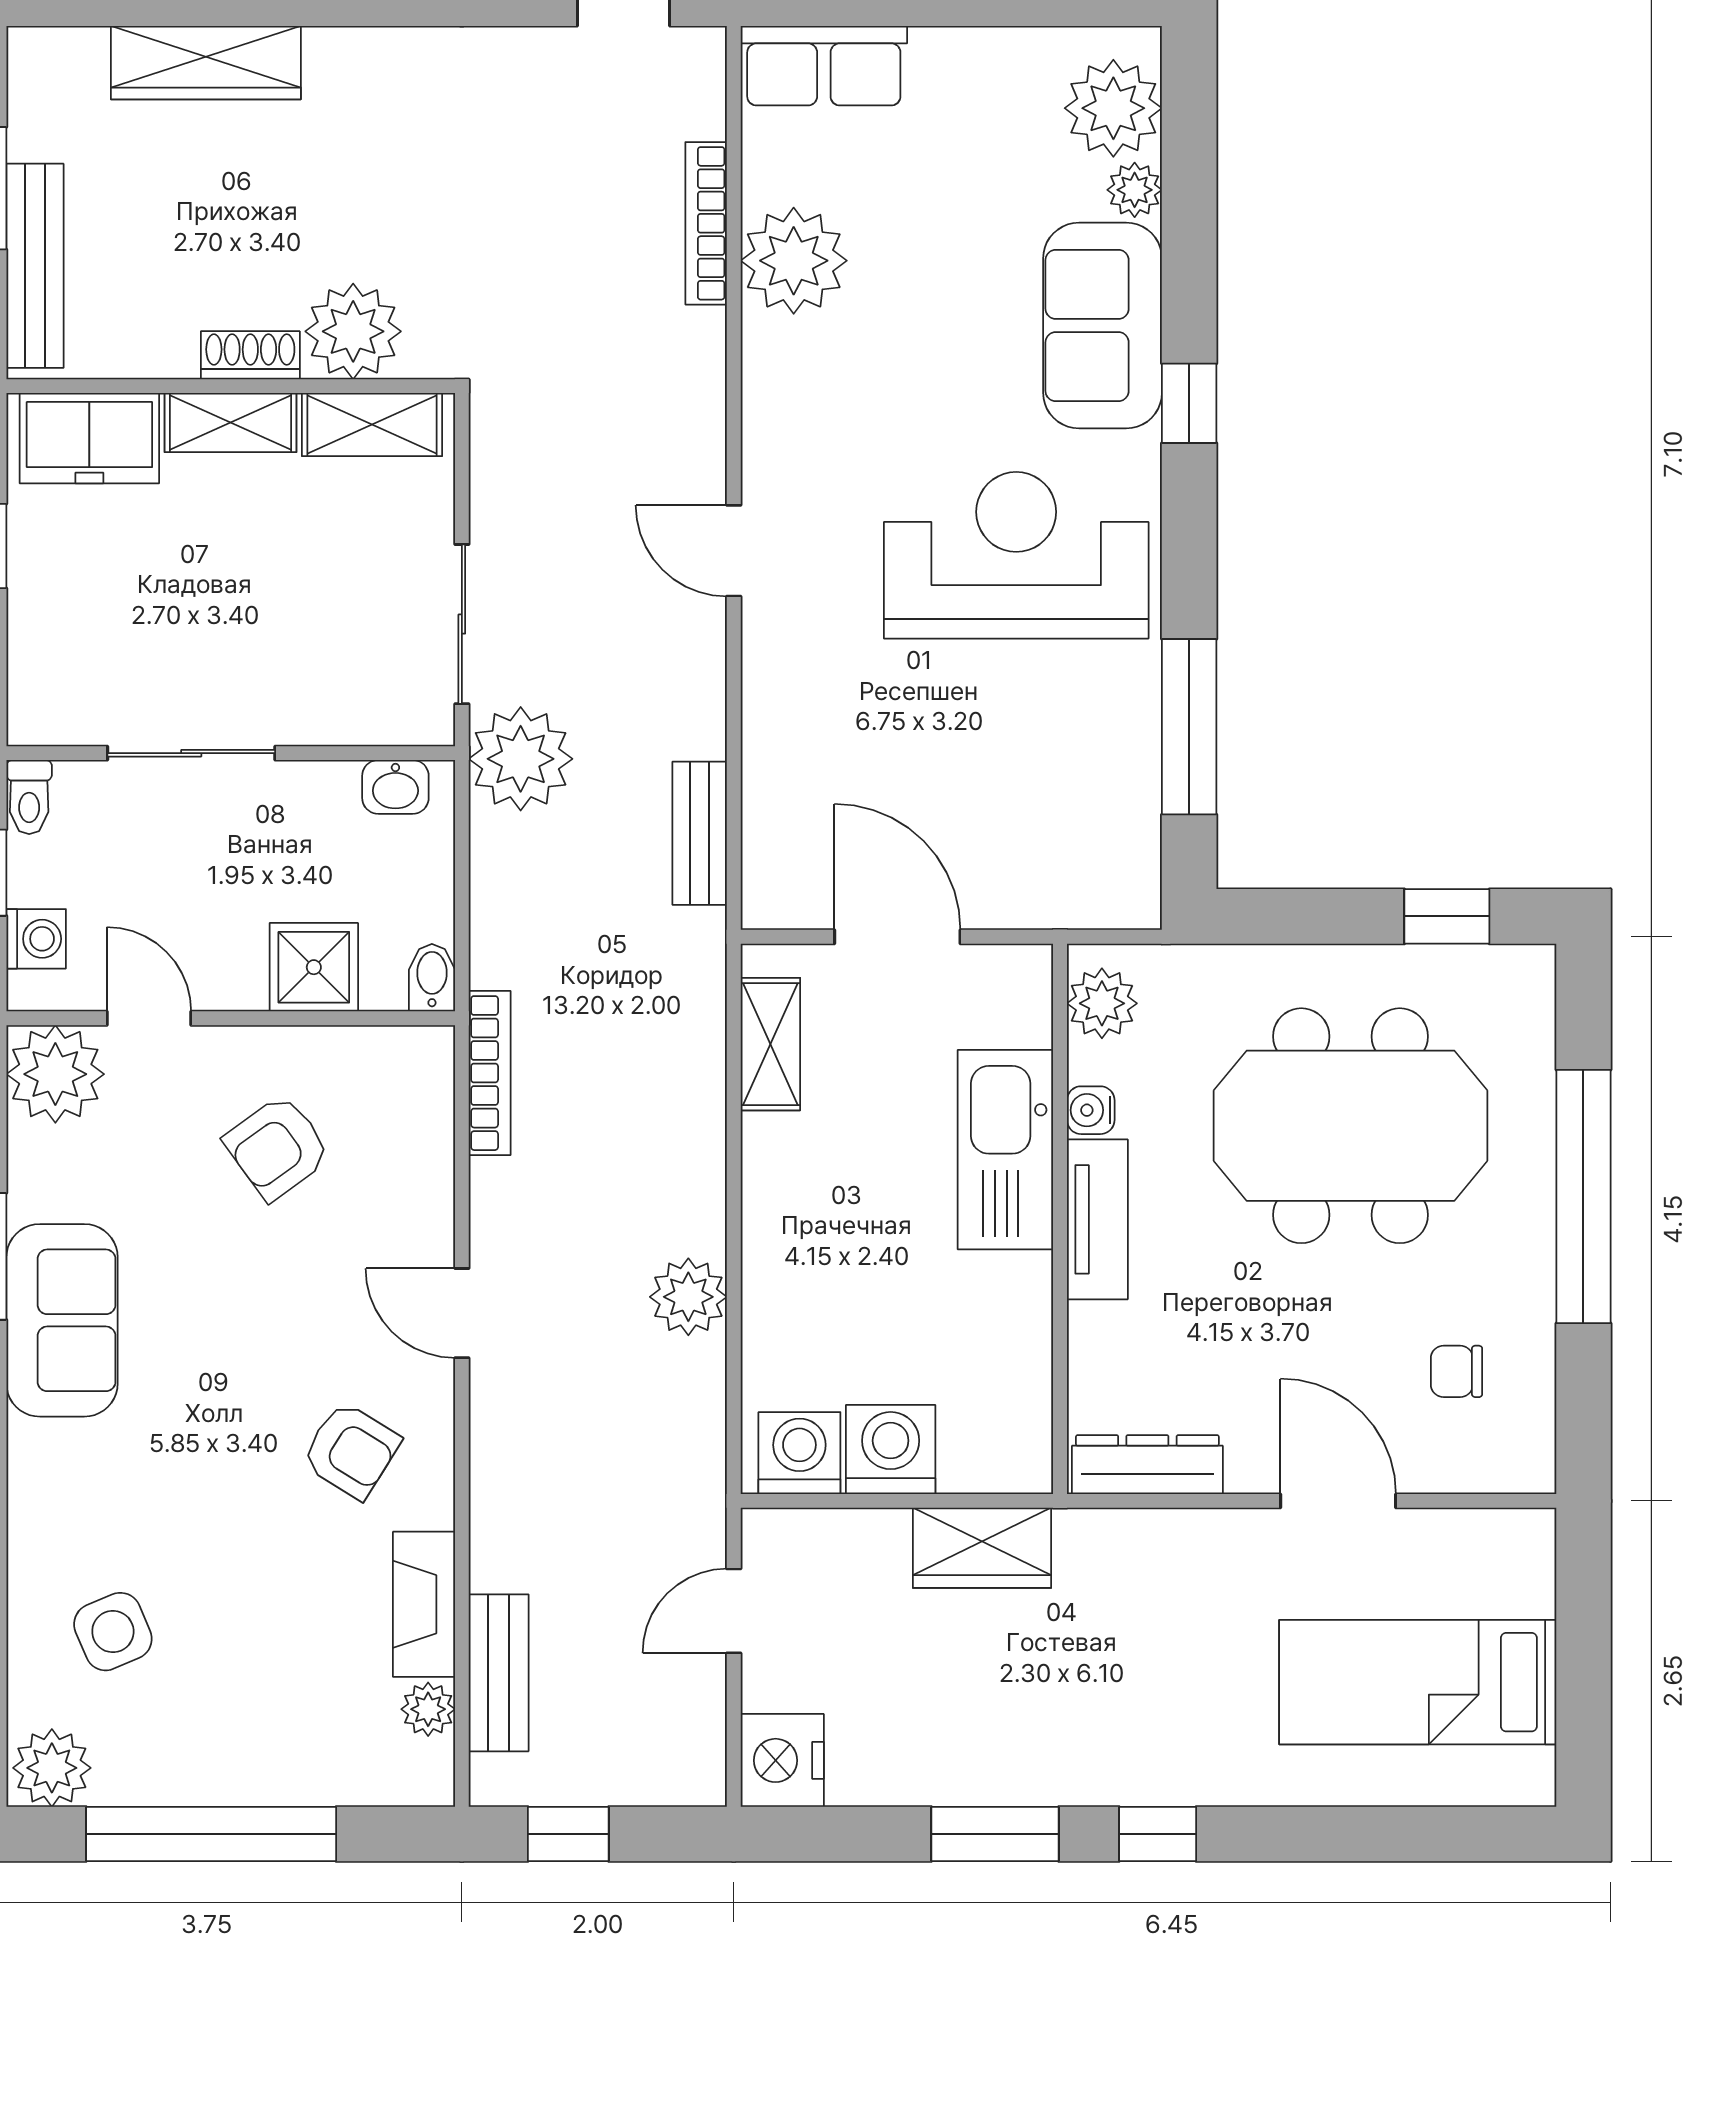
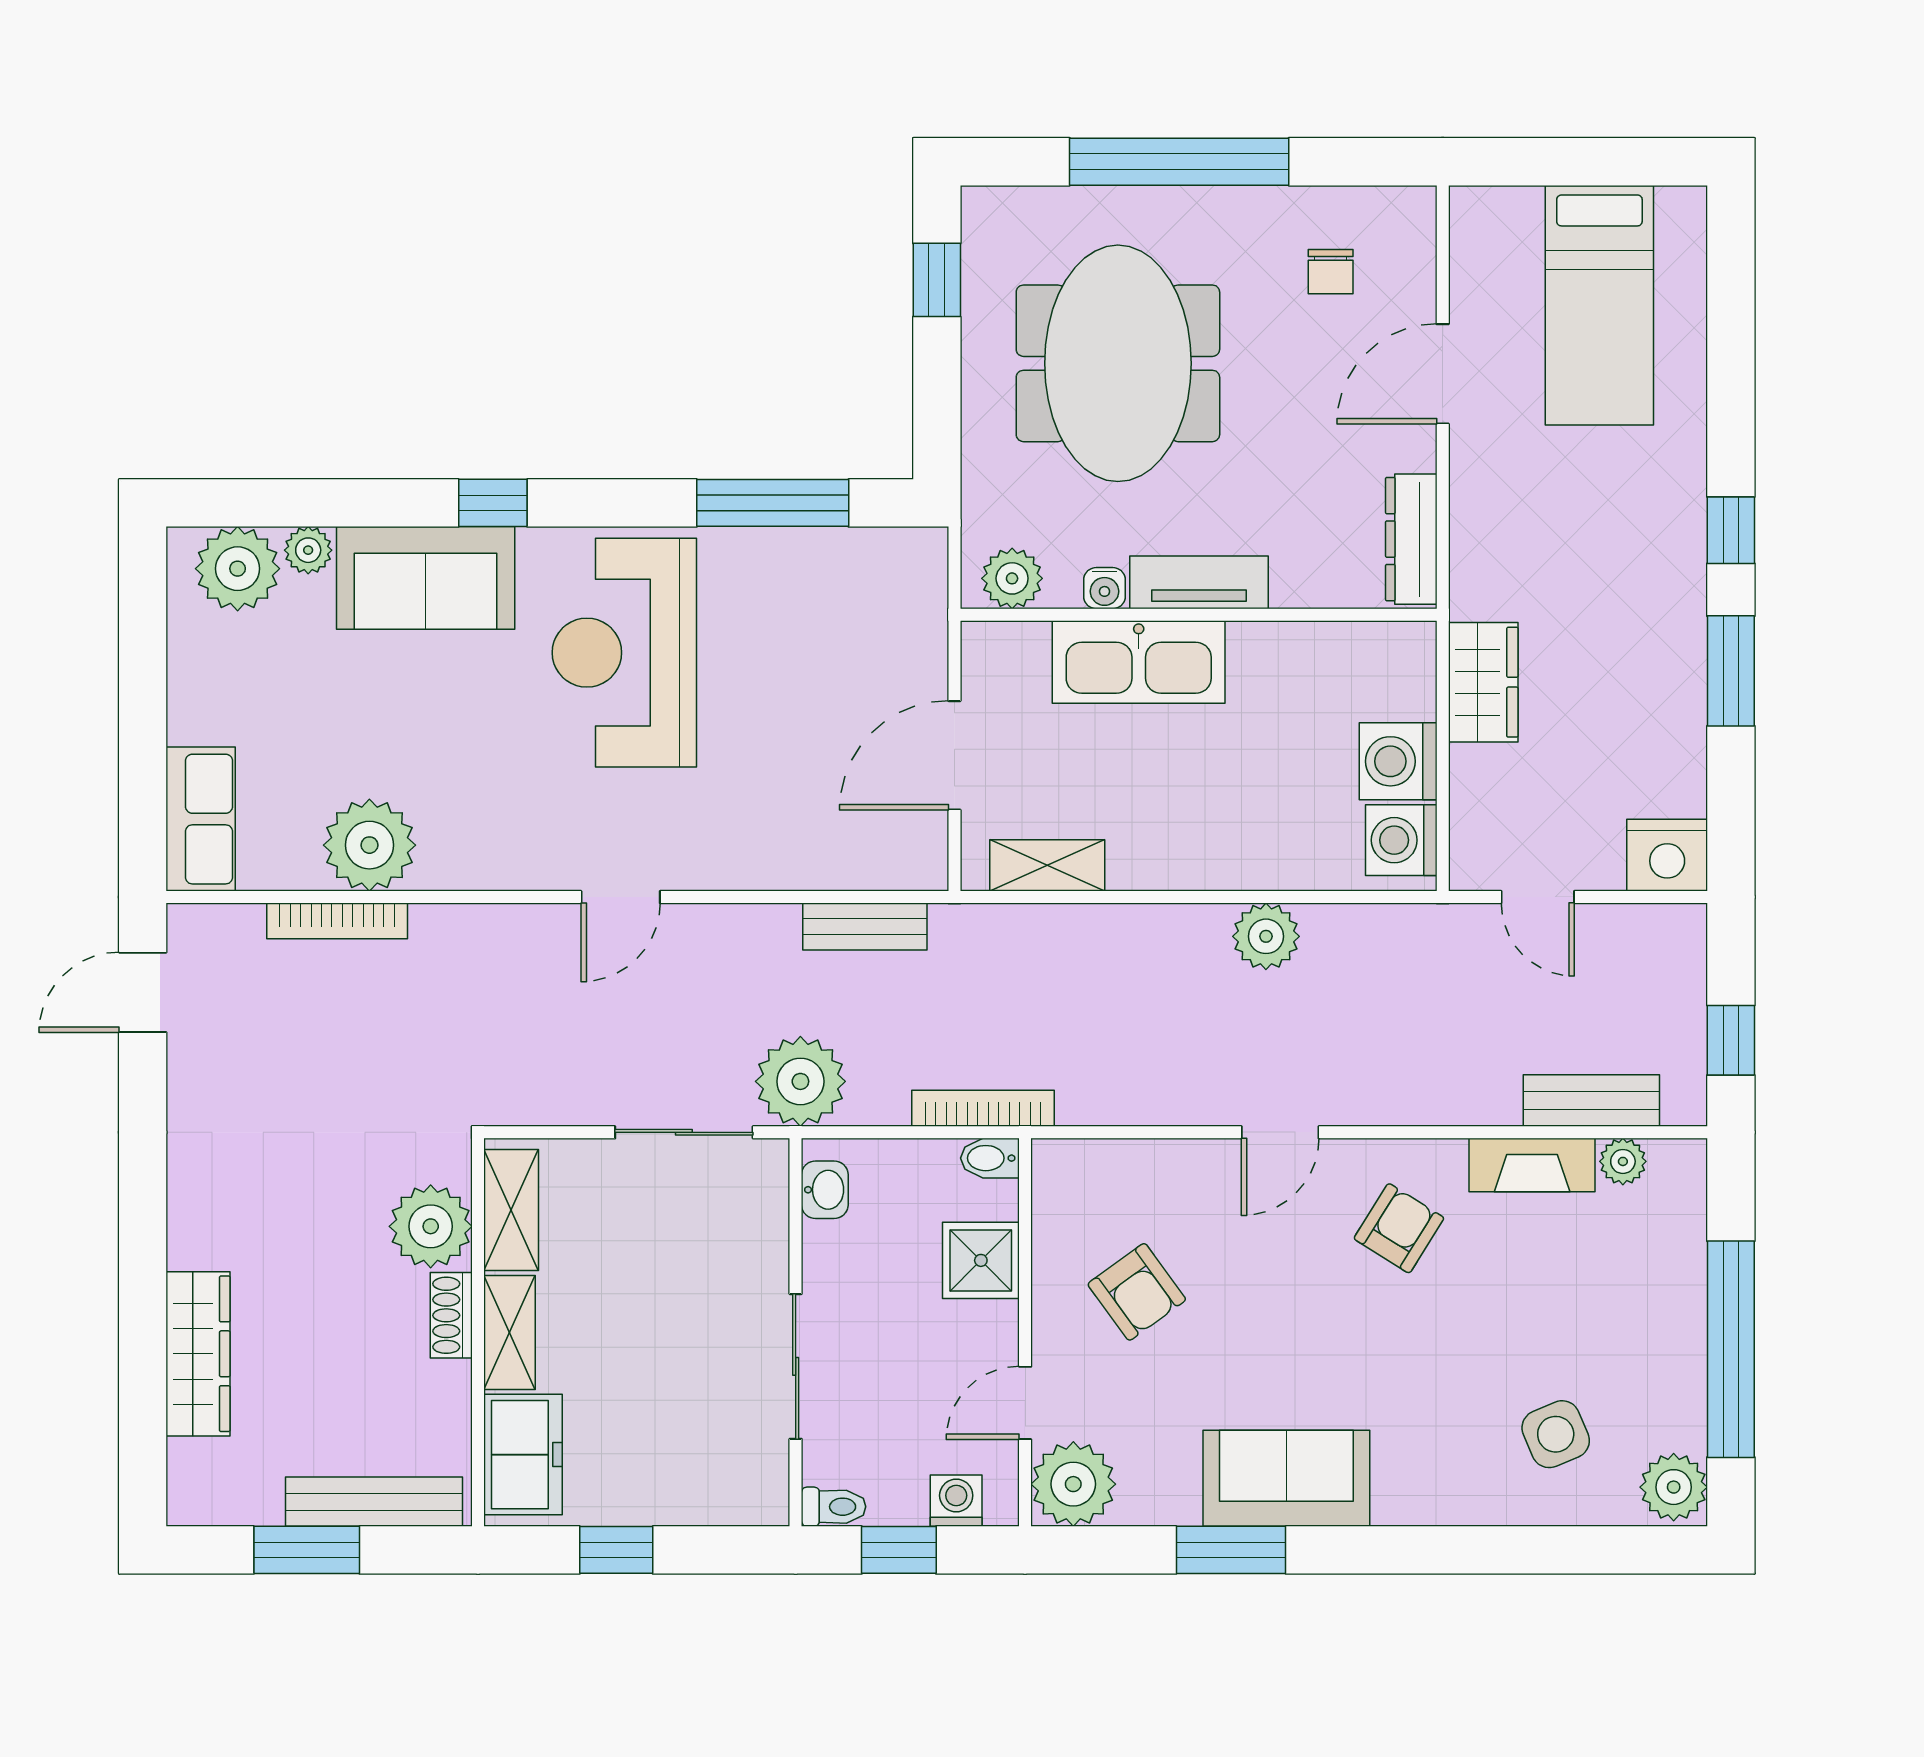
bookcase: (490, 1073) -> (983, 1108), moved

